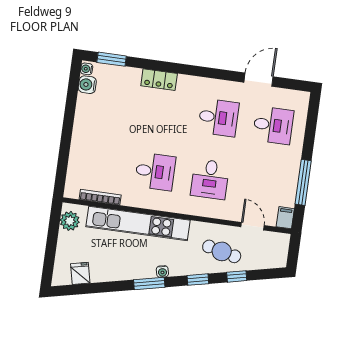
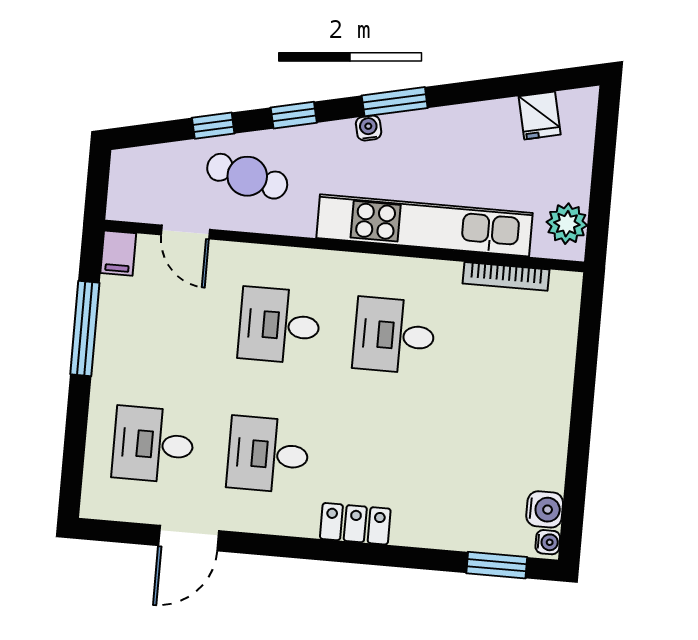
locker: (159, 80) -> (355, 524), moved
desk: (210, 179) -> (279, 325), turned -90

